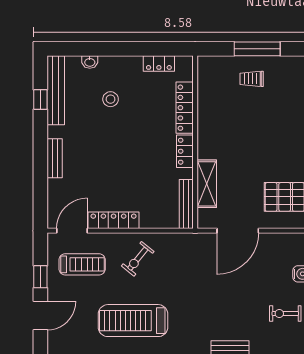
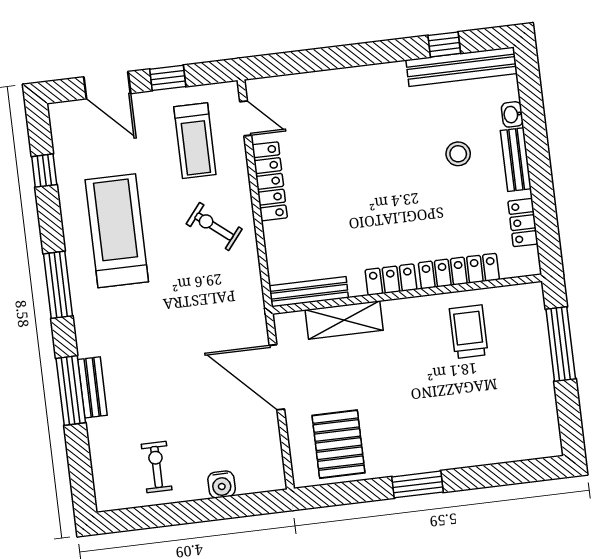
window: (257, 49) -> (561, 344), moved
trolley: (252, 79) -> (469, 332), moved, width x1.36, depth x1.39
bench: (55, 158) -> (516, 160), moved, turned 90
door: (72, 231) -> (246, 118), width x0.73

